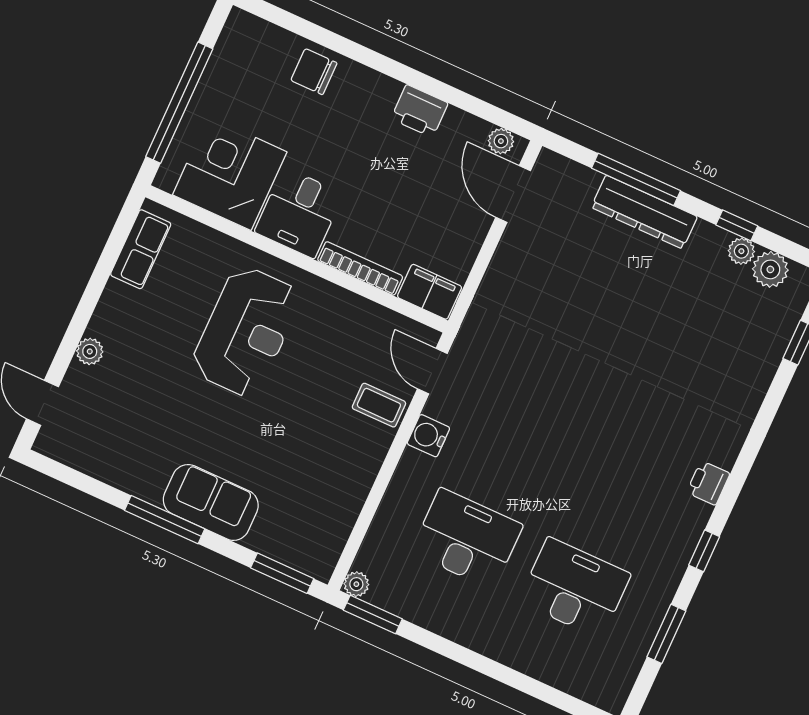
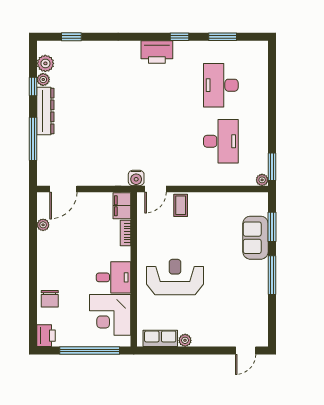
printer: (420, 111) -> (46, 336), moved
plant: (501, 141) -> (43, 225), moved
dresser: (644, 212) -> (45, 111), moved
bookcase: (360, 268) -> (125, 233), width x0.64
plant: (90, 351) -> (185, 340), moved
water cooler: (428, 436) -> (136, 178), moved
printer: (708, 483) -> (157, 52), width x1.87, depth x1.48
sofa: (211, 502) -> (255, 238), moved
desk: (467, 539) -> (221, 141), turned 180
window: (282, 573) -> (272, 227), moved

